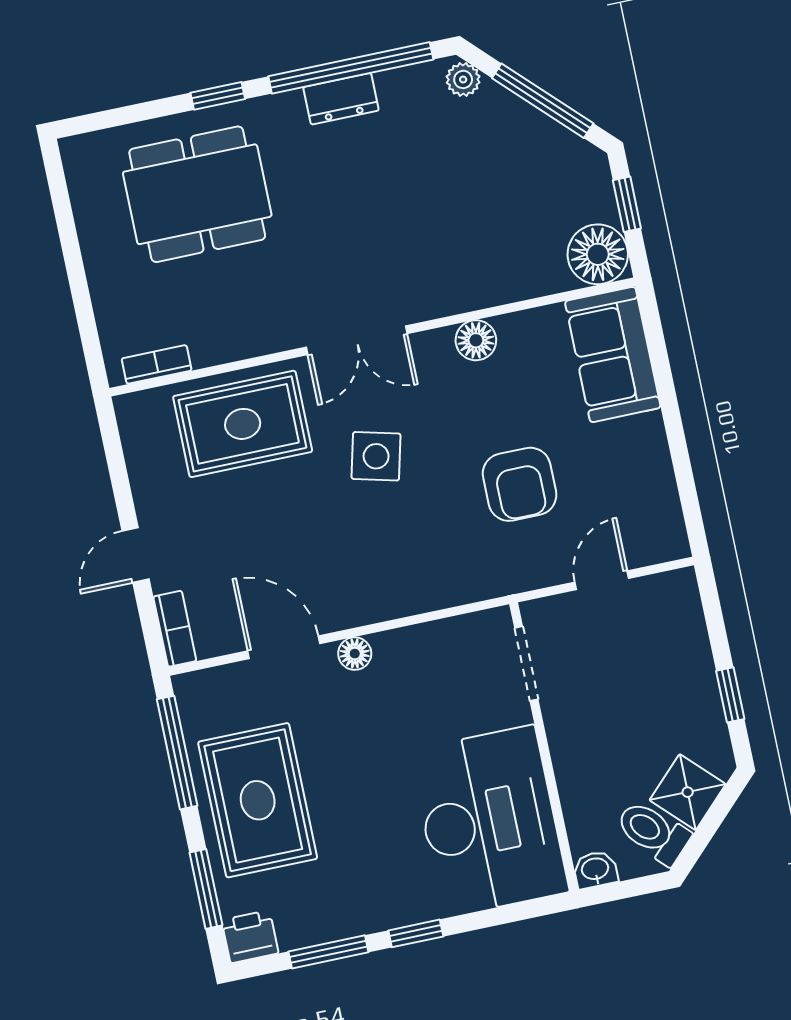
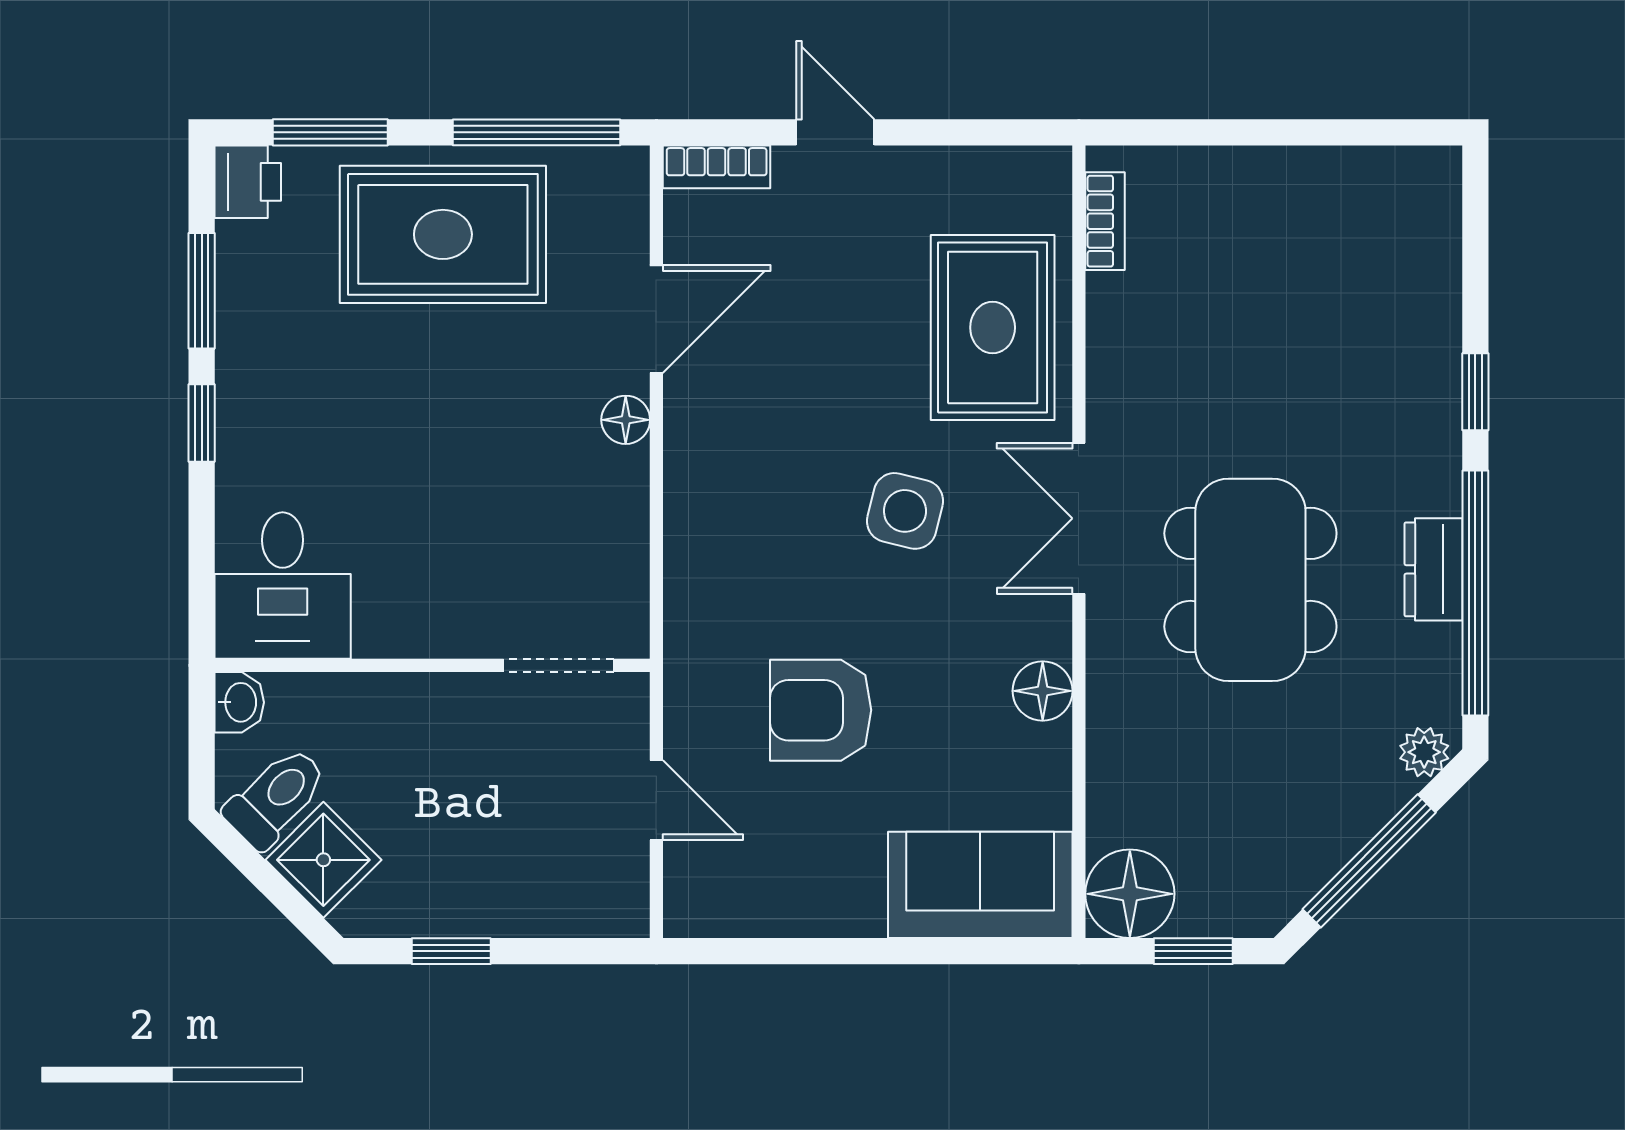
dining table: (197, 194) -> (1250, 580), moved
desk: (489, 821) -> (283, 586), width x0.53, depth x0.77

